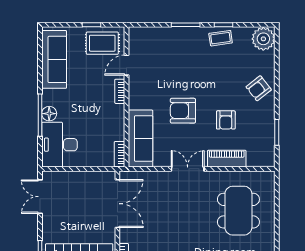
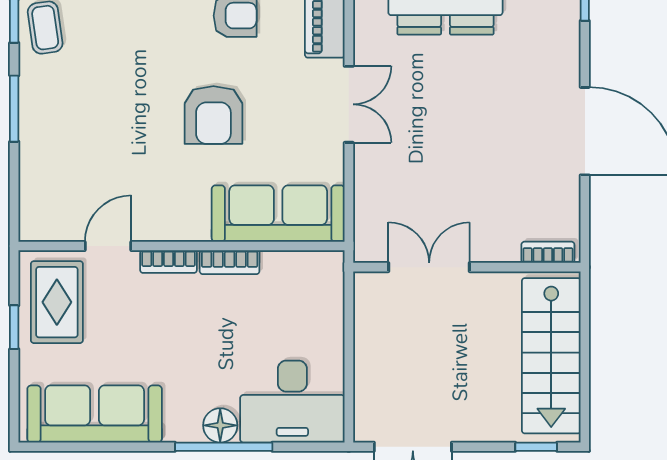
door: (126, 65) -> (108, 246), swing flipped
bookcase: (120, 154) -> (230, 262), moved
double door: (188, 169) -> (349, 104), swing flipped
double door: (117, 204) -> (429, 267), width x0.73

